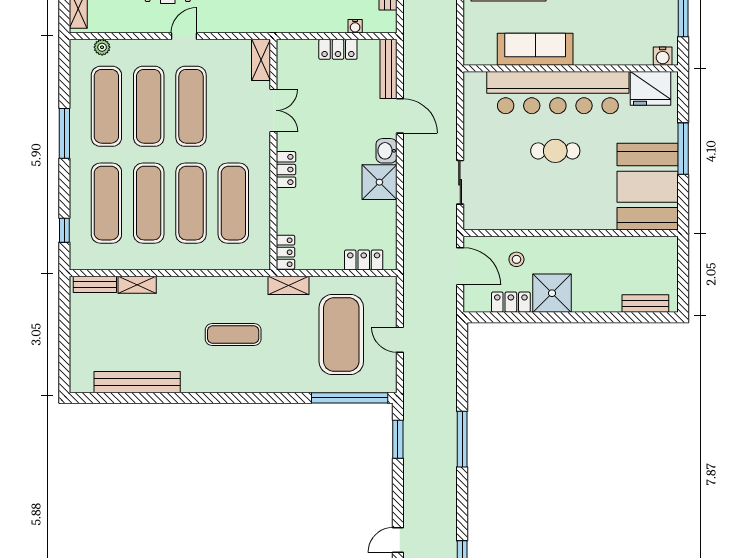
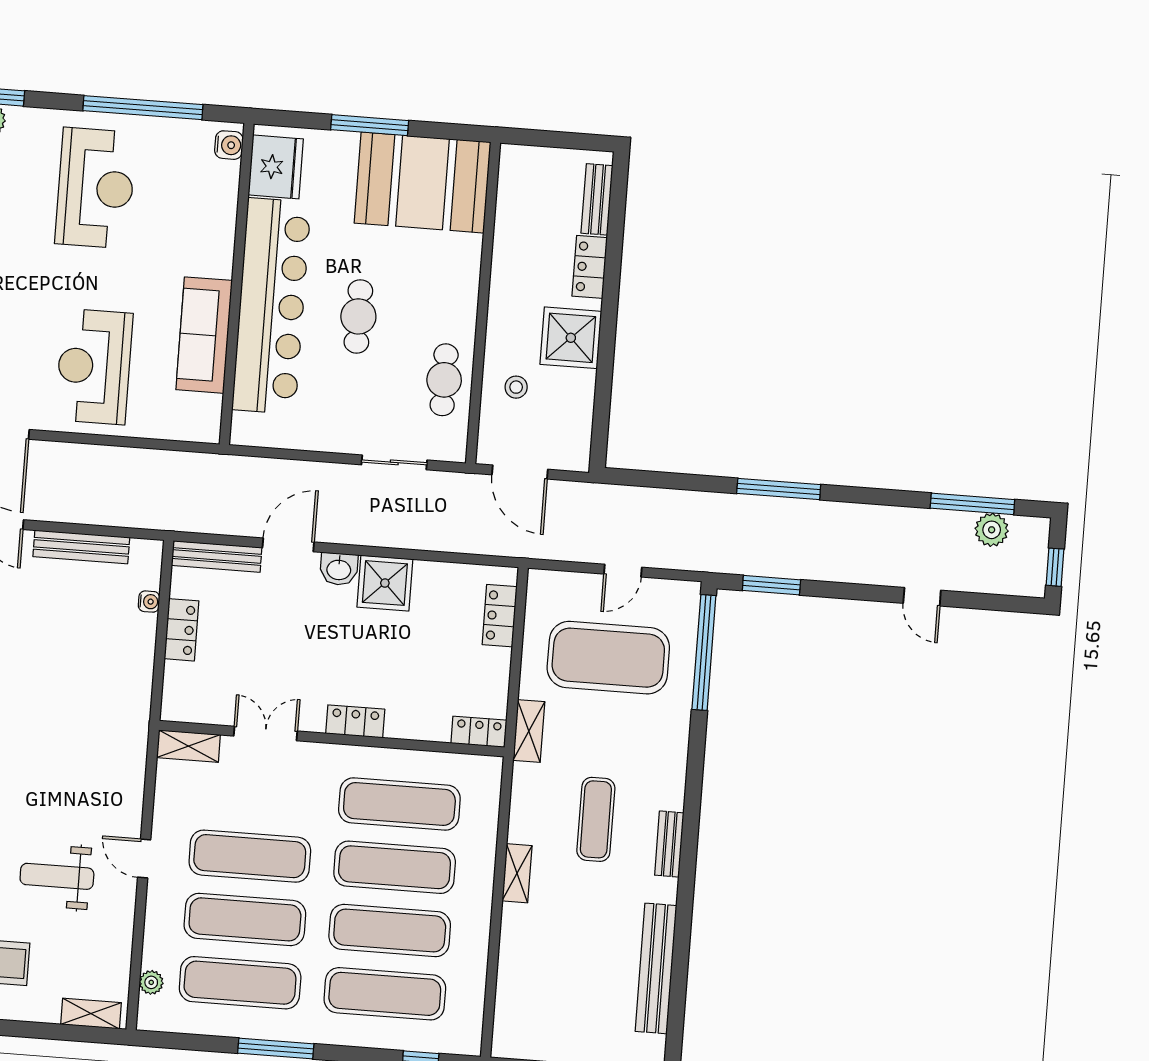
cafe table: (518, 211) -> (444, 380), added
door: (460, 266) -> (520, 472), swing flipped
bench: (95, 284) -> (669, 844), moved
shelving: (137, 285) -> (517, 873), moved
locker: (511, 302) -> (590, 267), moved

